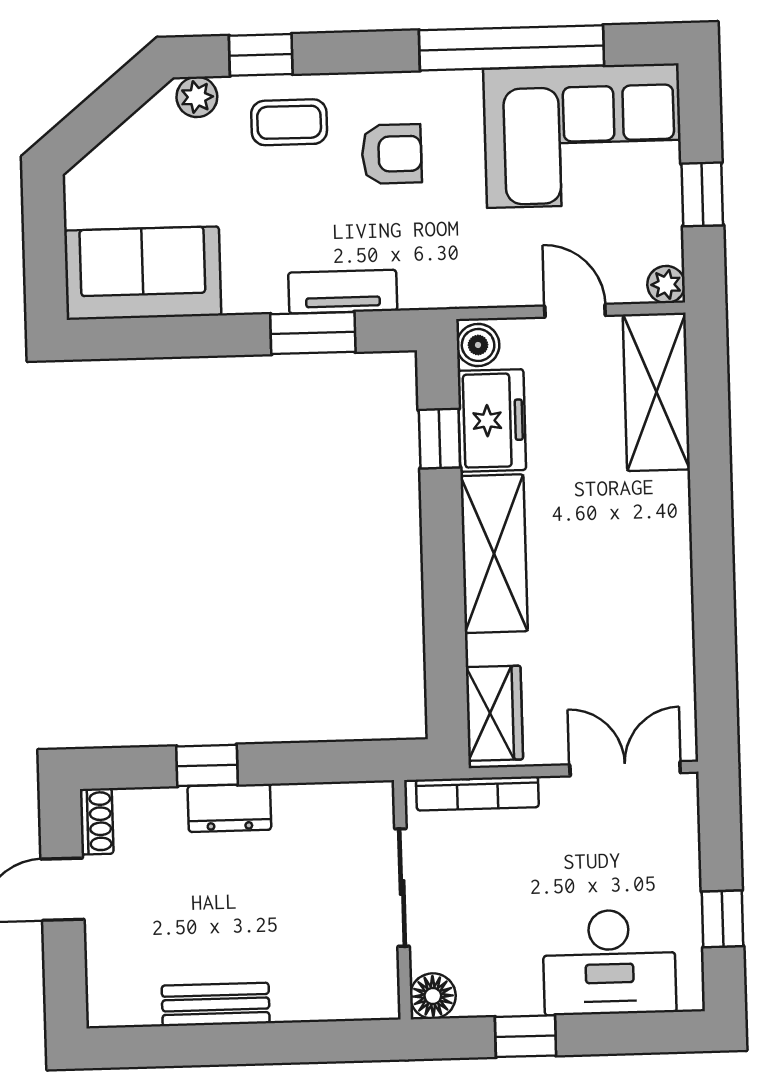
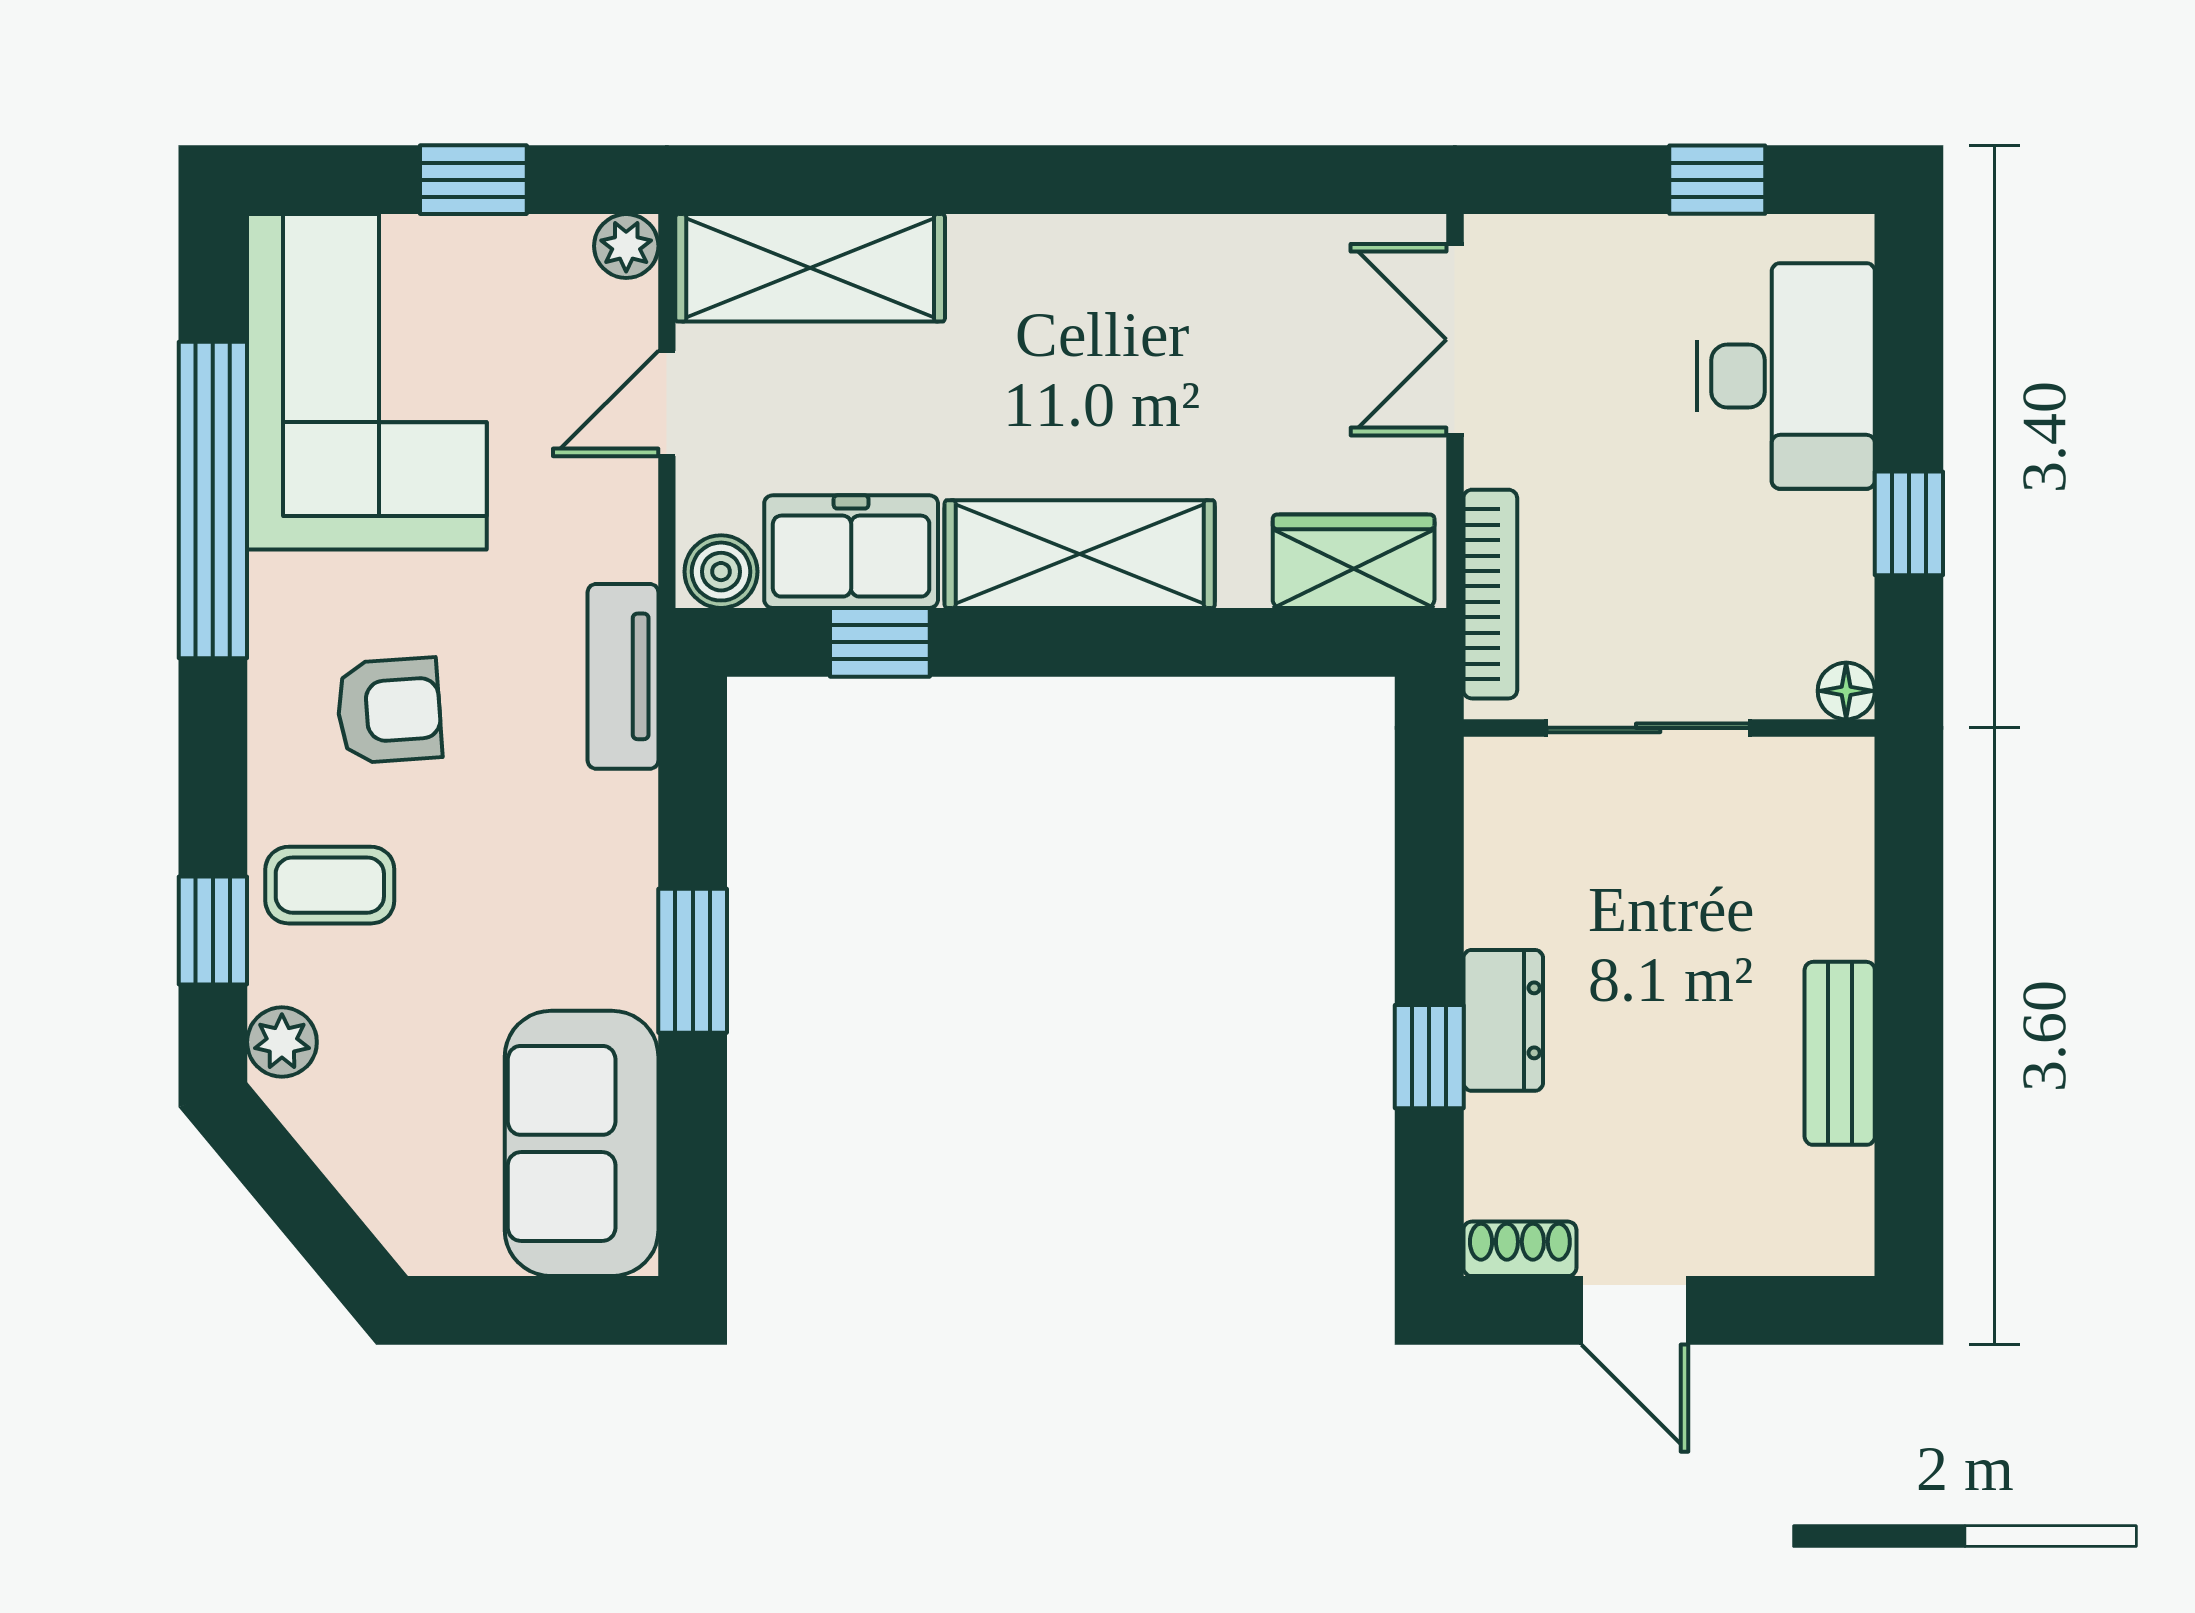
coffee table: (289, 122) -> (330, 885), turned 90
armchair: (392, 154) -> (389, 710), turned 86
tv unit: (343, 292) -> (623, 676), moved
window: (313, 333) -> (693, 961), moved
floor lamp: (433, 996) -> (1846, 691), width x0.73, depth x0.73

